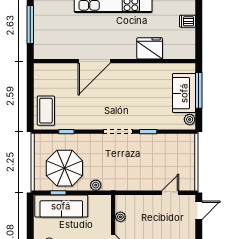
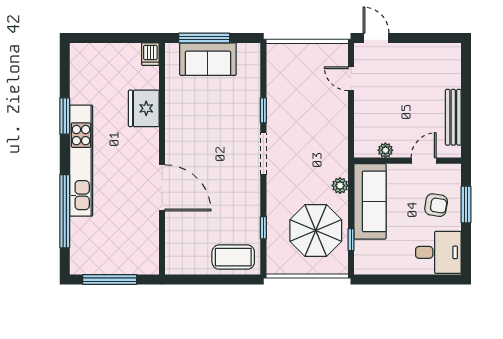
dishwasher: (187, 21) -> (150, 54), moved
plant: (190, 119) -> (246, 51), removed
sofa: (61, 206) -> (370, 201), moved

